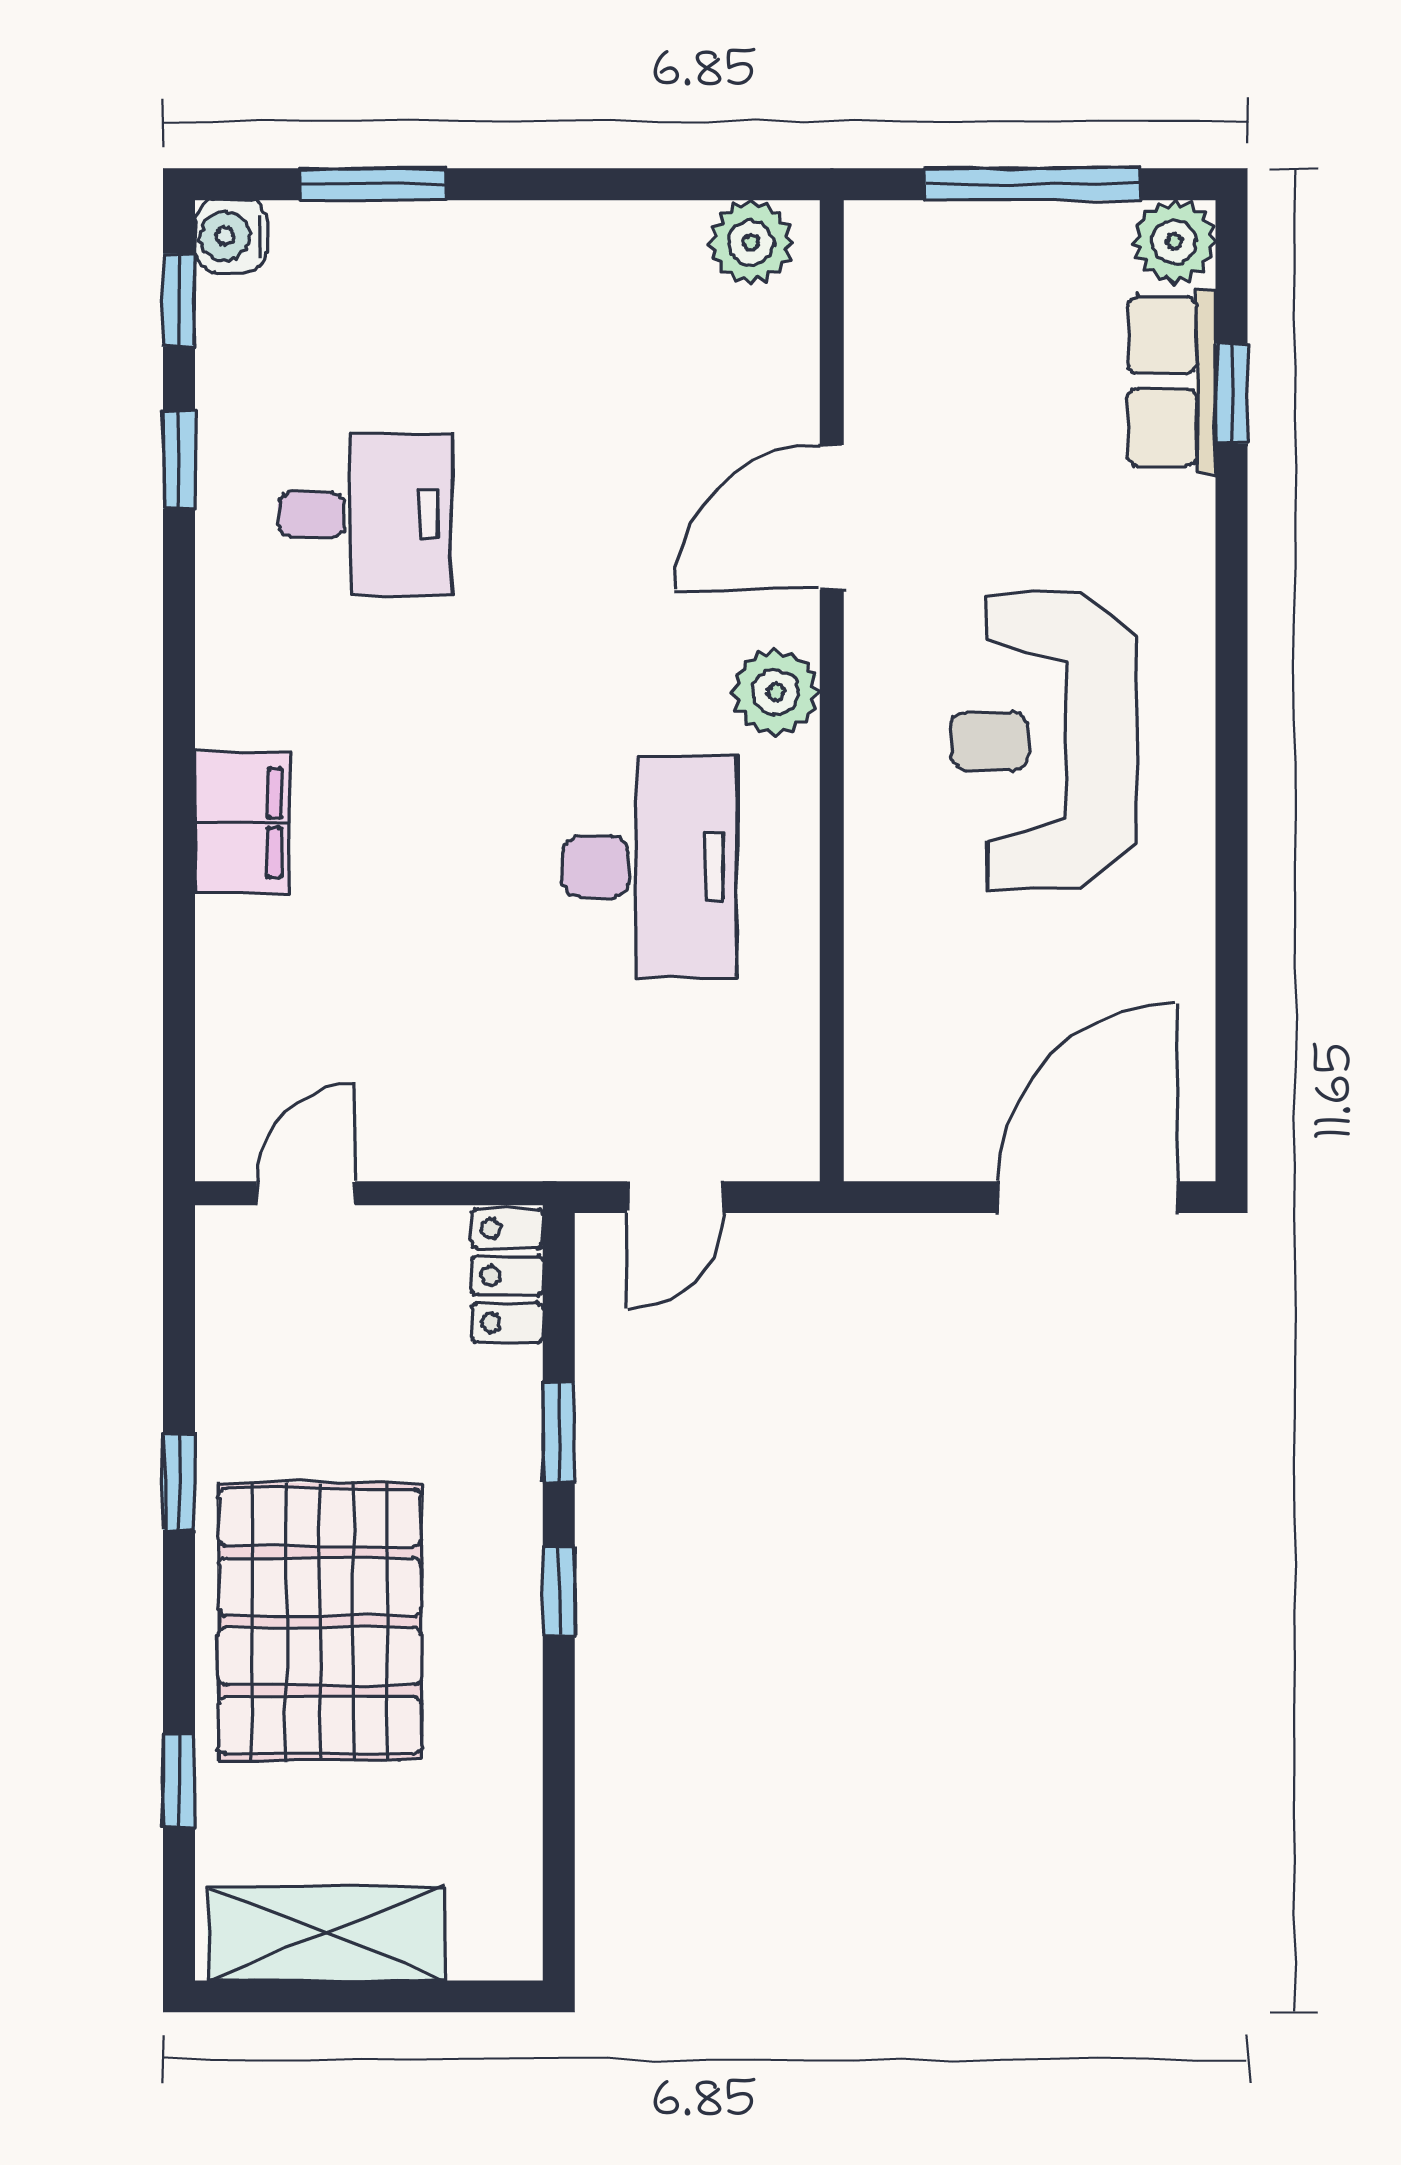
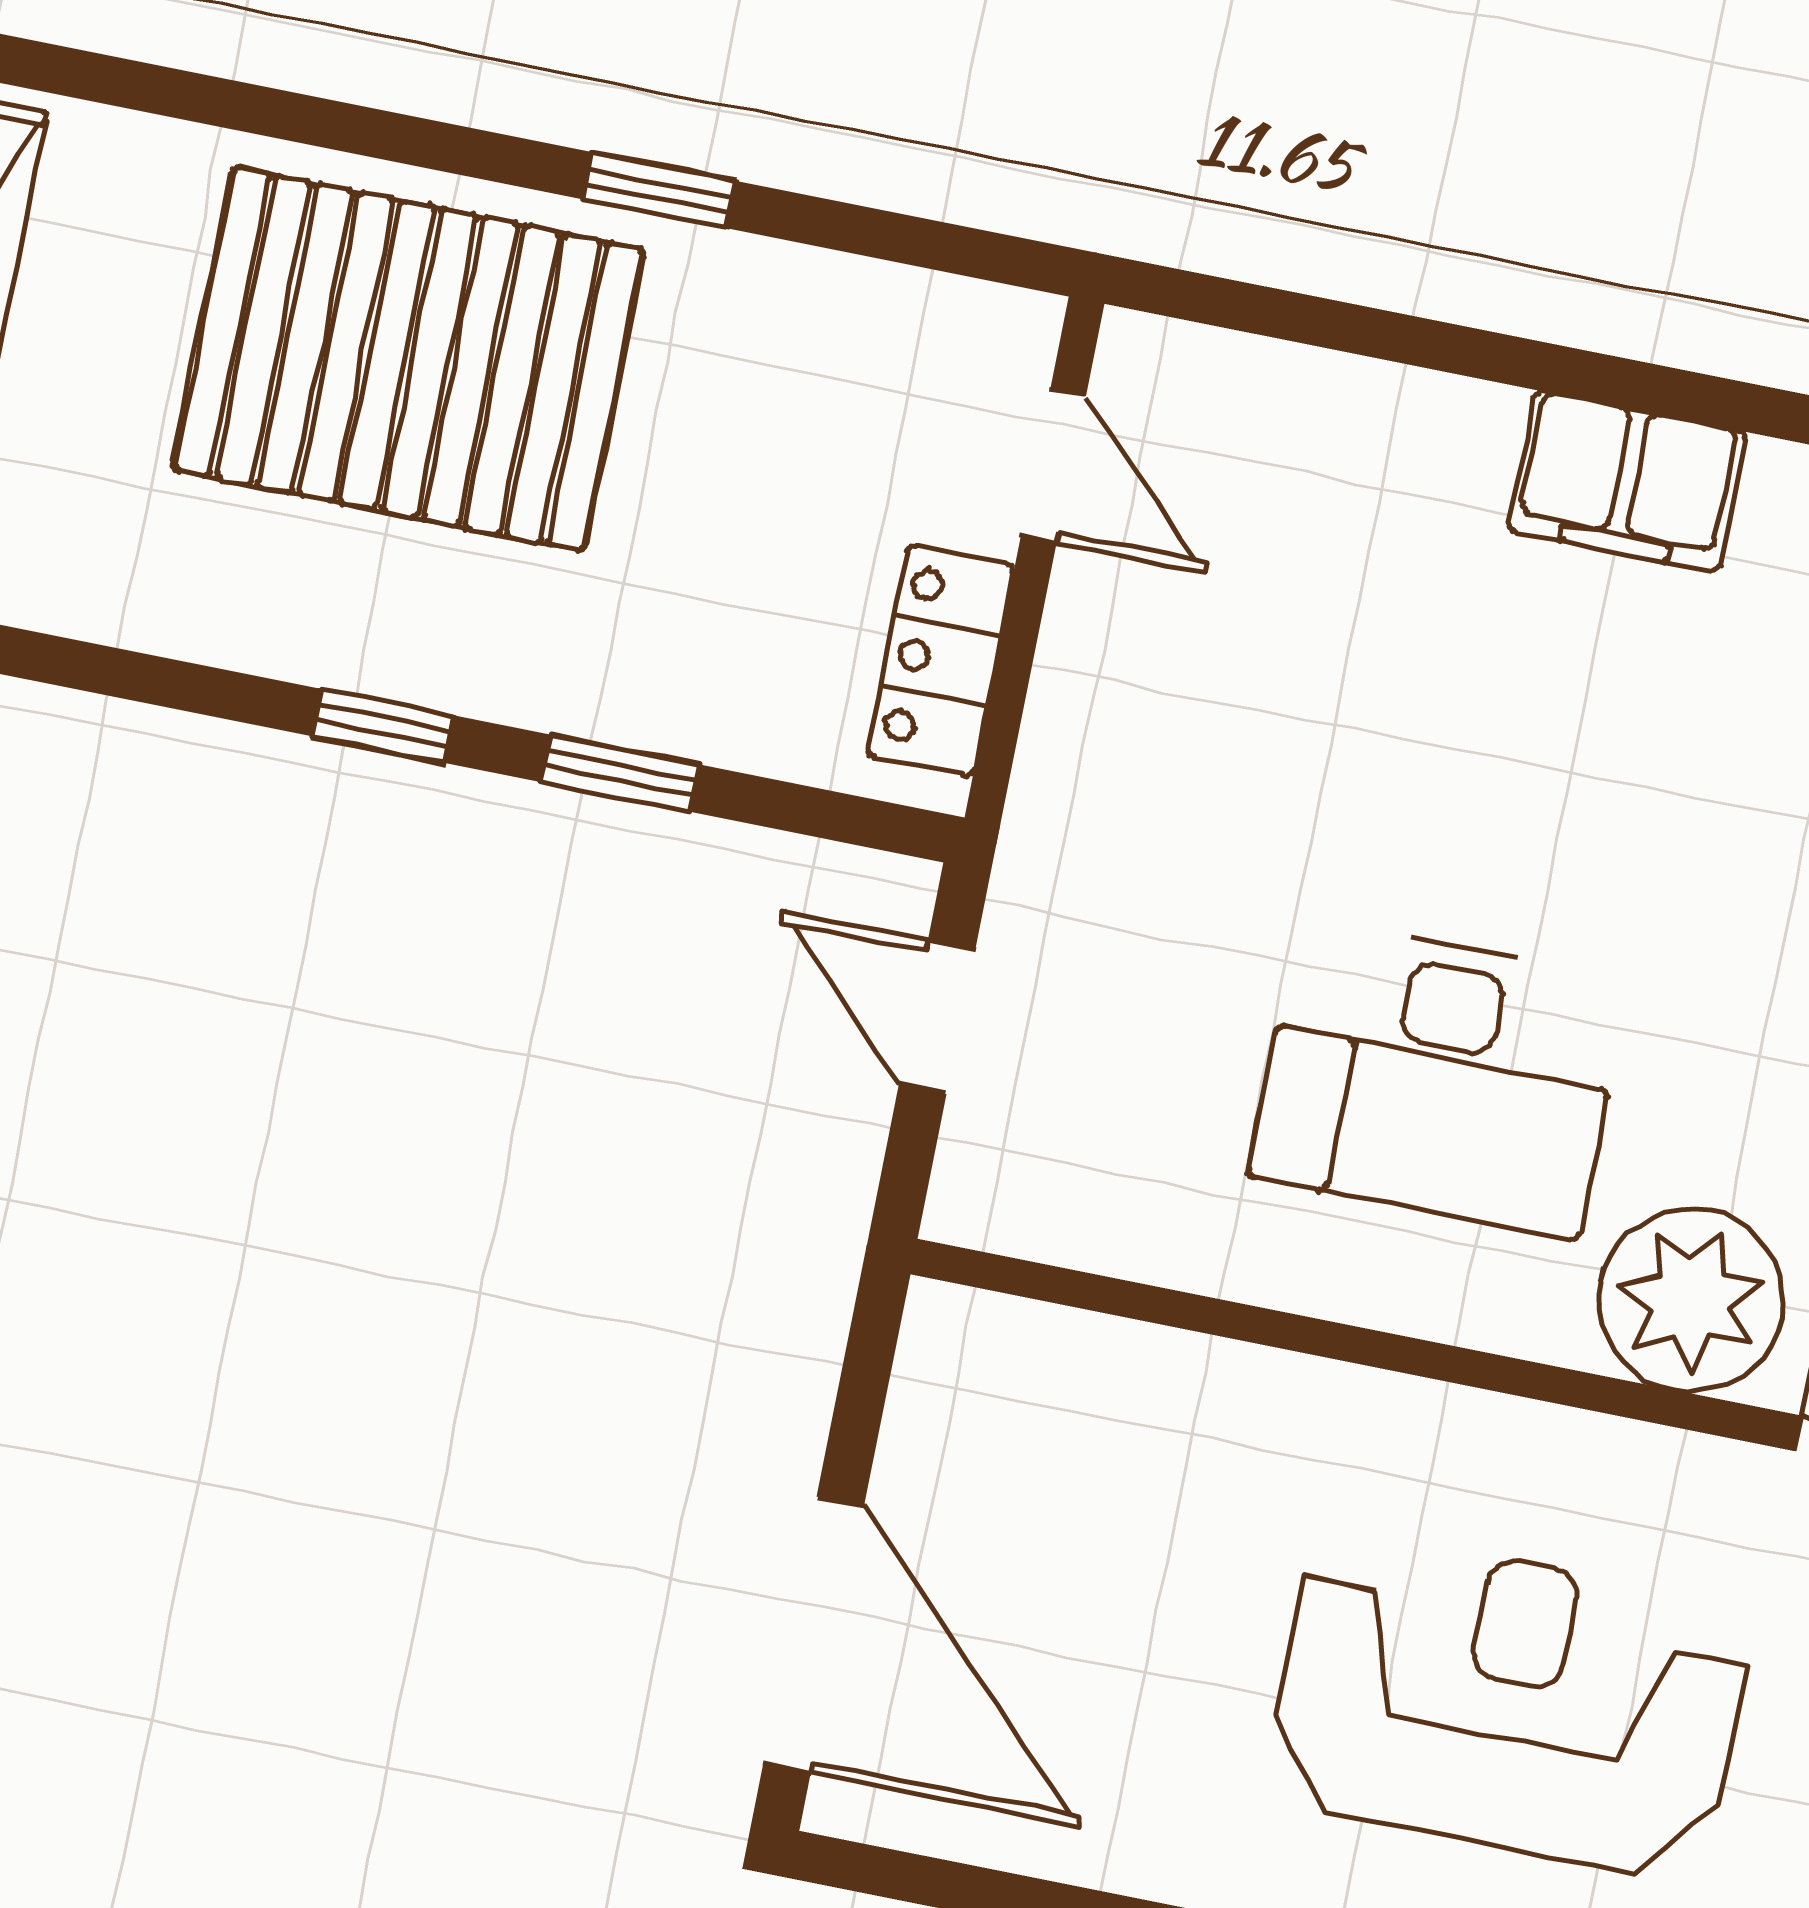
plant: (776, 692) -> (1691, 1300), width x1.36, depth x1.36
locker: (507, 1276) -> (941, 660), moved, turned -90
window: (179, 1781) -> (213, 101), removed

